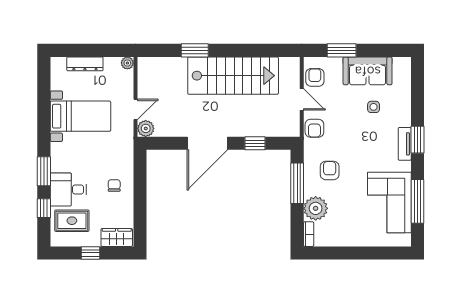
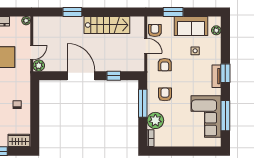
stairs: (233, 76) -> (107, 25), width x0.73, depth x0.66
plant: (404, 77) -> (216, 30), added
armchair: (314, 128) -> (165, 65), moved
door: (207, 143) -> (81, 76), swing flipped

